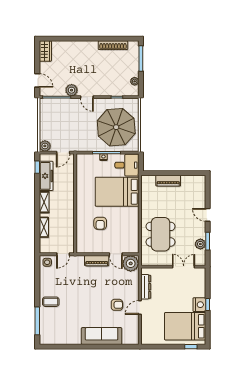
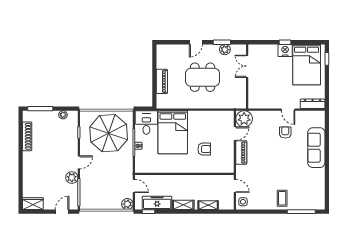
dining table: (161, 234) -> (203, 77), moved
dresser: (146, 287) -> (313, 104), moved

